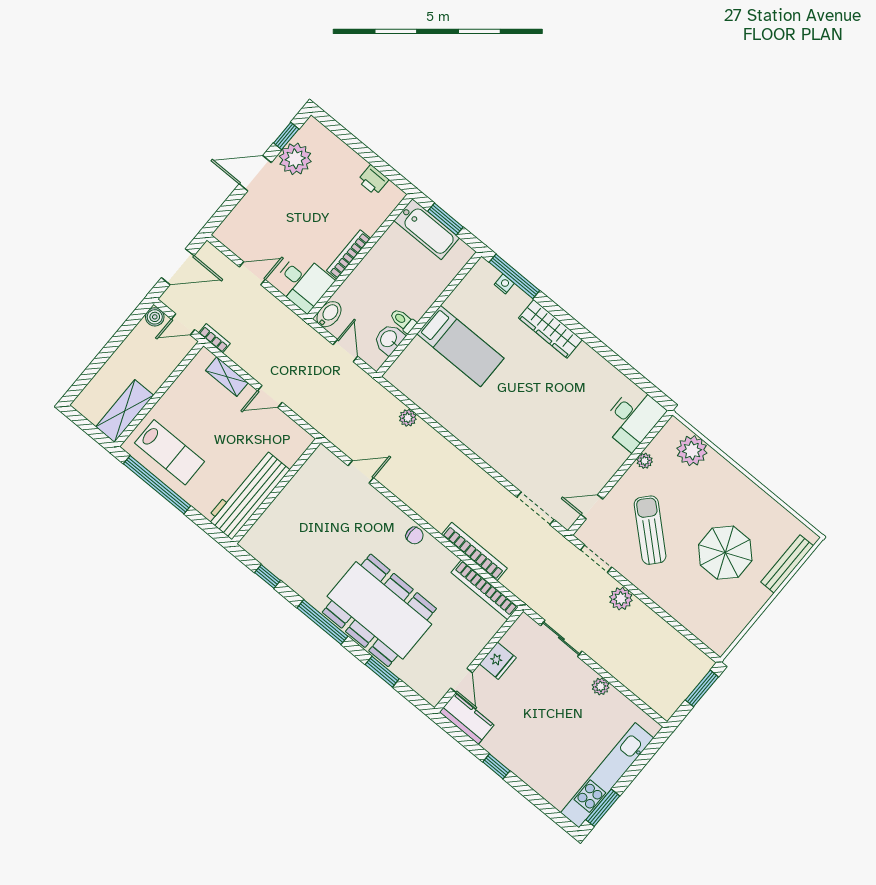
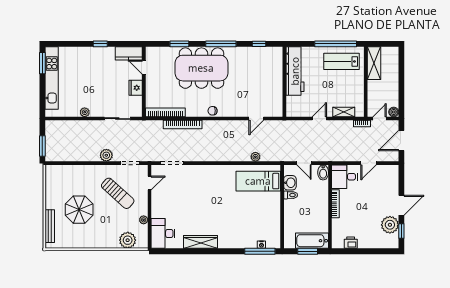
wardrobe: (550, 329) -> (200, 242), moved
bed: (460, 346) -> (258, 181), moved

